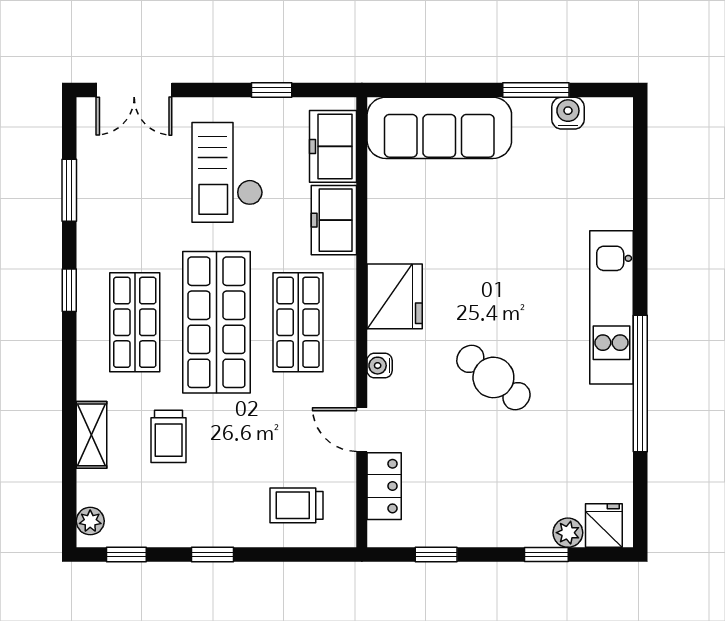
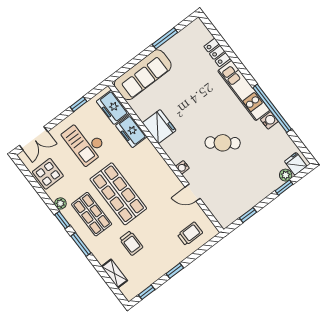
water cooler: (568, 113) -> (269, 120), moved, turned 90
display table: (110, 180) -> (48, 174), added
window: (69, 190) -> (81, 245), moved
fridge: (395, 296) -> (159, 127), moved
shop shelf: (298, 322) -> (145, 173), removed
shelving: (91, 435) -> (114, 274), moved
locker: (384, 486) -> (217, 52), moved, turned 180
trolley: (297, 505) -> (190, 234), turned 180
plant: (90, 521) -> (60, 203), moved

